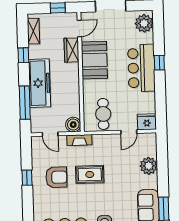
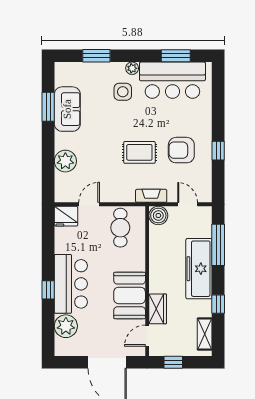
plant: (144, 23) -> (66, 326), moved

